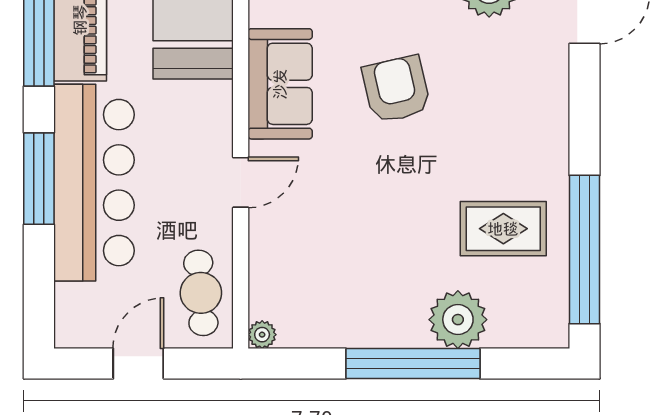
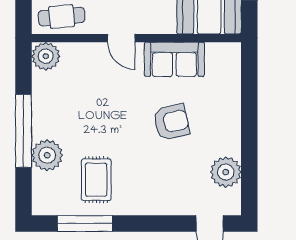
window: (584, 250) -> (85, 224), width x0.68
plant: (262, 335) -> (46, 56), width x1.88, depth x1.88

